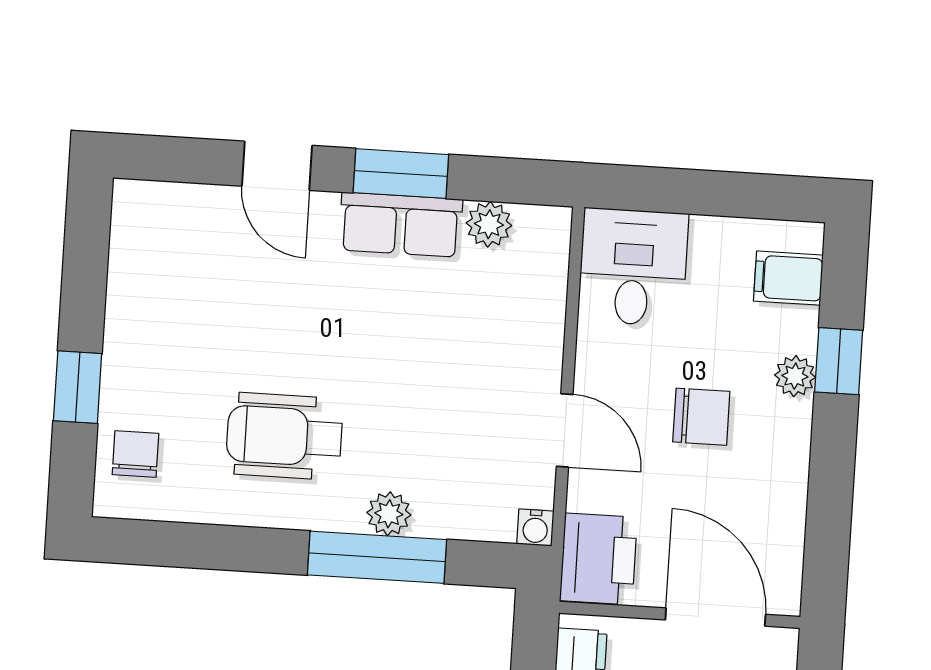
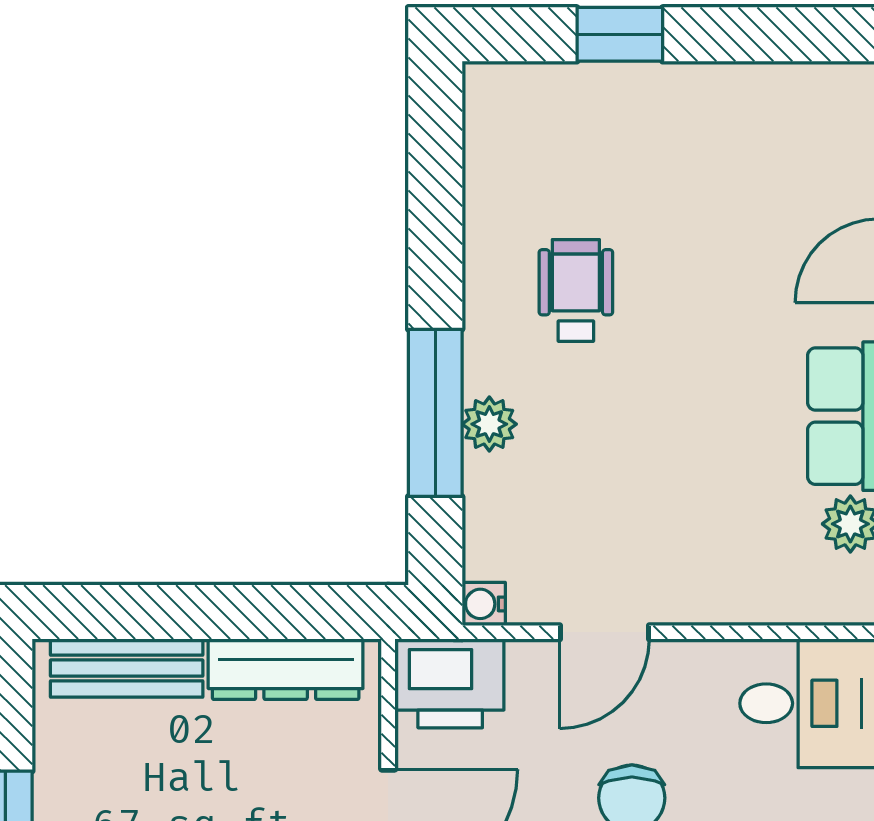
wheelchair: (284, 436) -> (576, 290), width x0.73, depth x0.73
chair: (135, 454) -> (543, 110), removed

